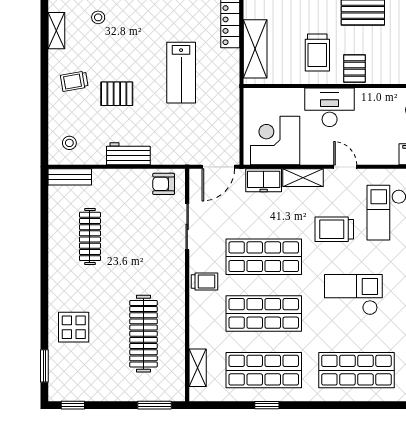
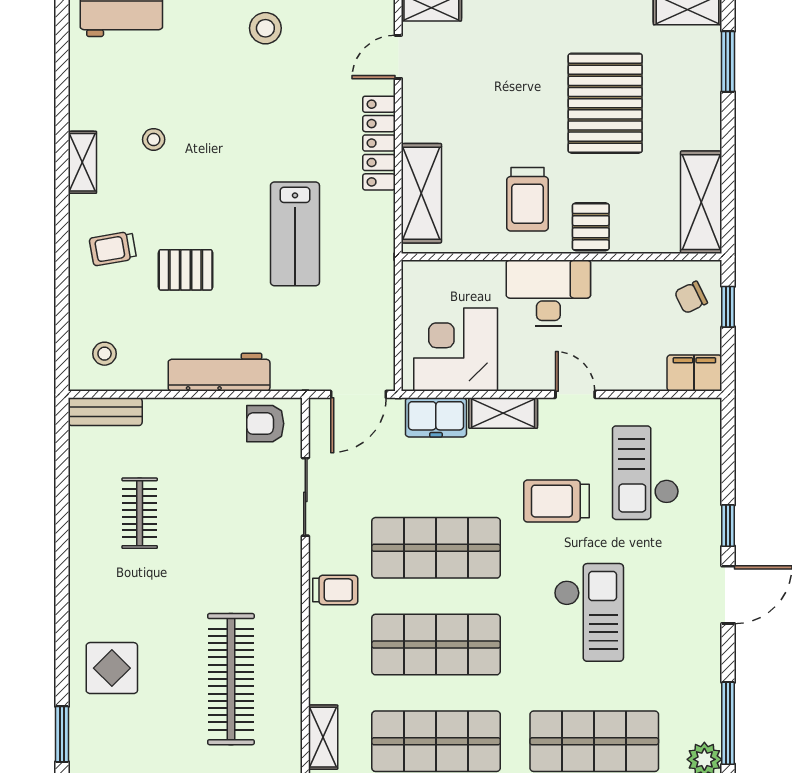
workbench: (128, 154) -> (219, 372), width x1.38
clothes rail: (90, 236) -> (140, 513), width x0.73
checkout: (353, 295) -> (589, 612), turned 90

